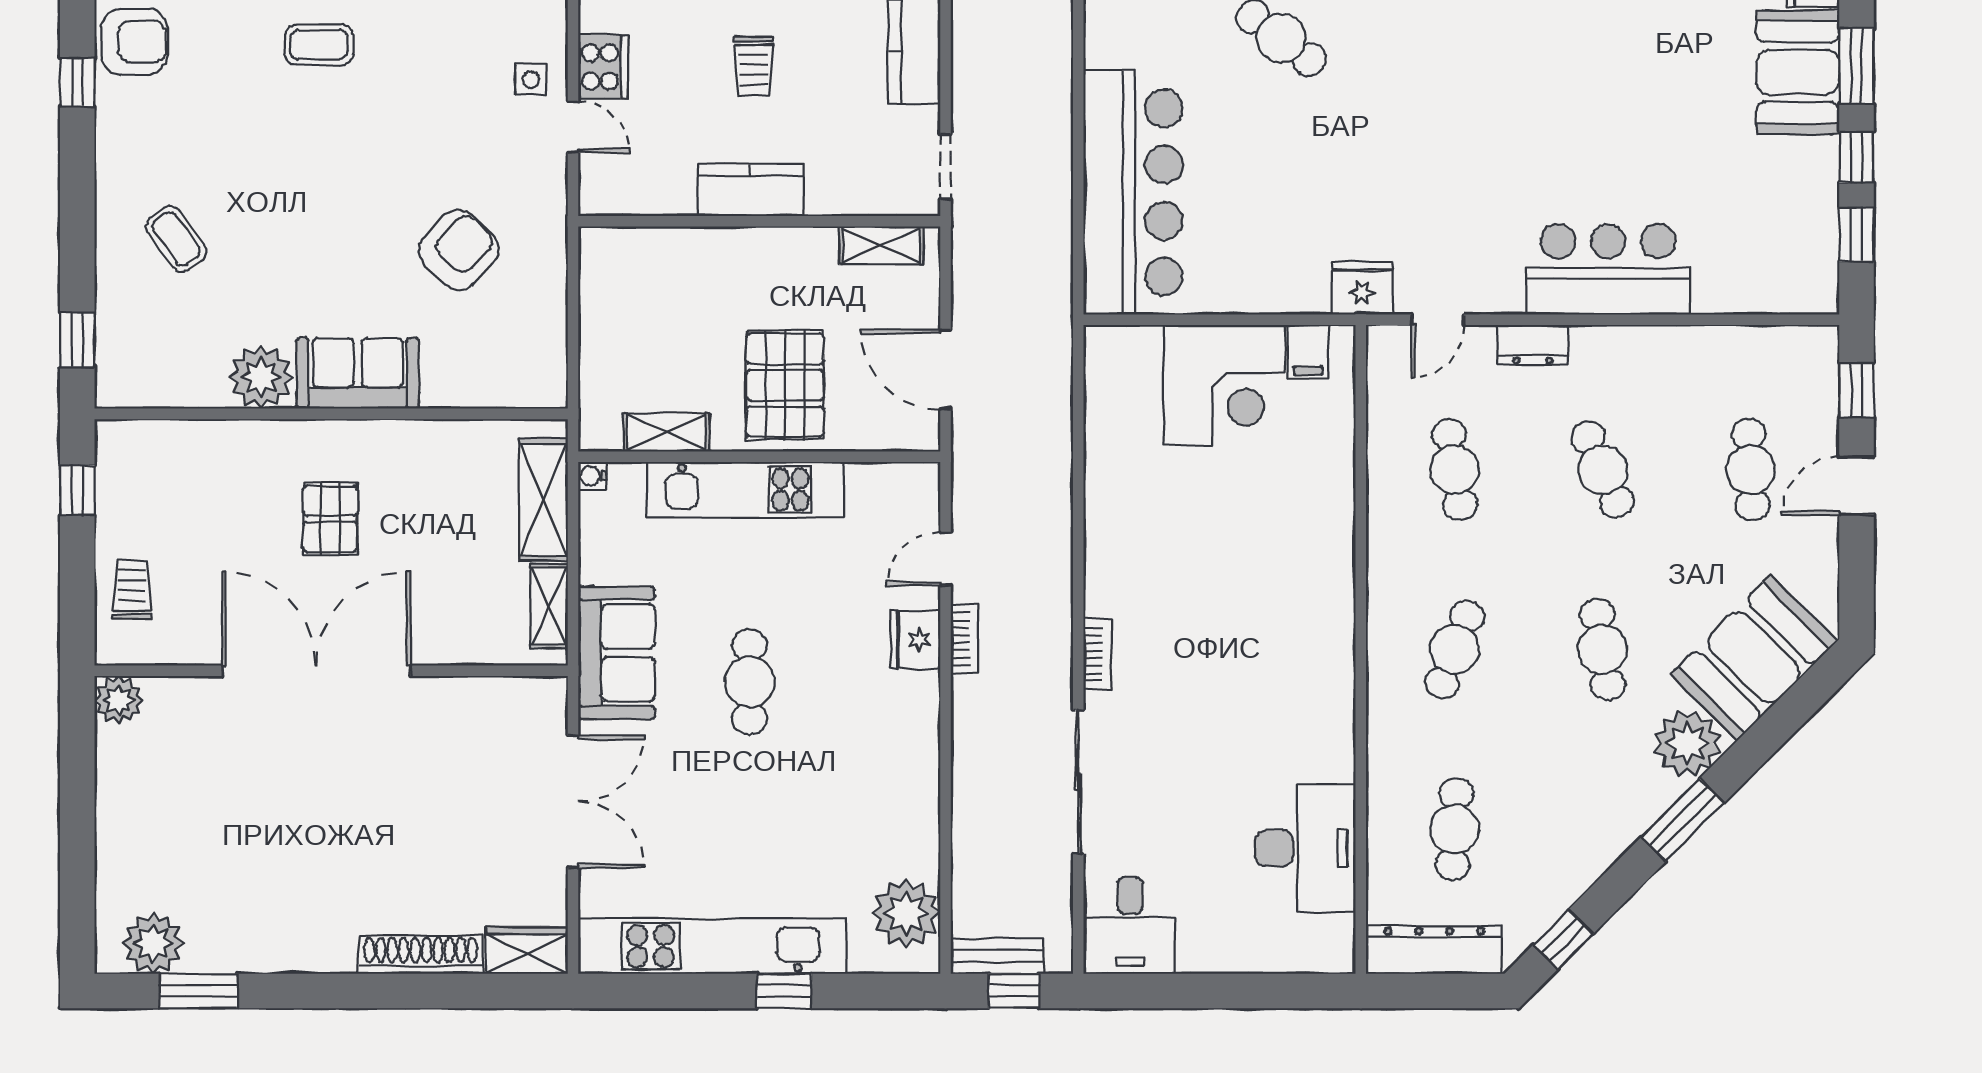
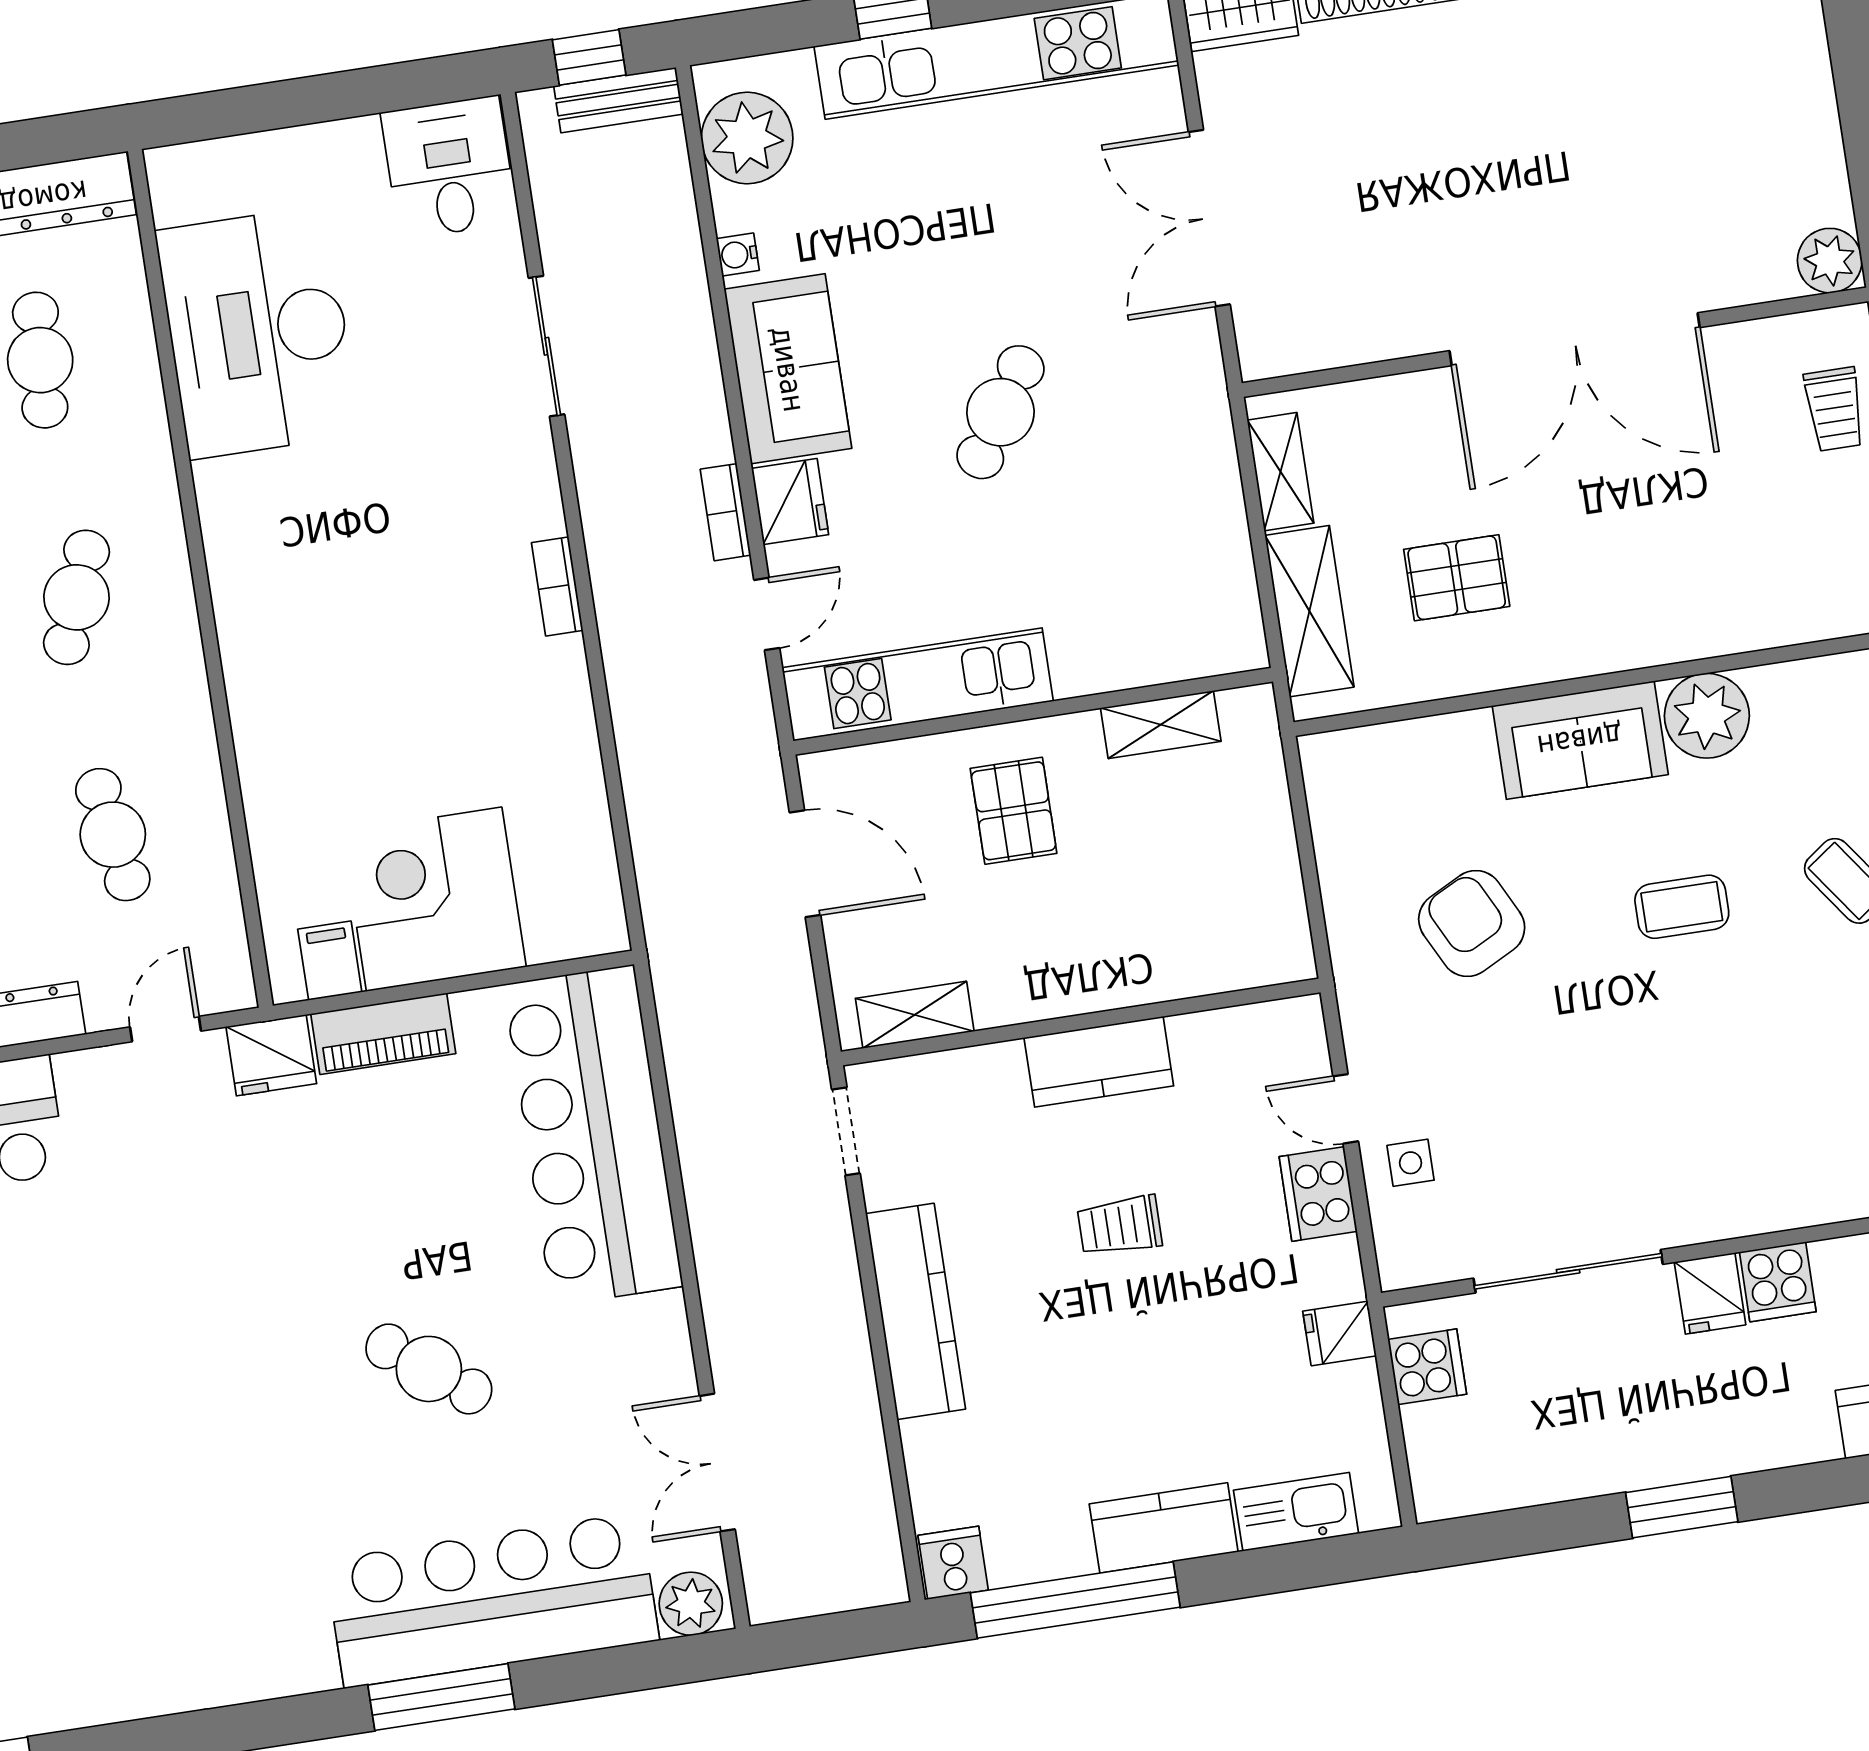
coffee table: (319, 45) -> (1682, 907), moved
trolley: (753, 66) -> (1120, 1226), turned -90
armchair: (459, 250) -> (1472, 923), turned 110
piano: (1277, 292) -> (383, 1034), added
pallet: (785, 385) -> (1014, 811), width x0.67, depth x0.71
water cooler: (592, 476) -> (738, 255), moved, turned 180
kitchen unit: (745, 490) -> (918, 684), moved
pallet: (330, 519) -> (1457, 578), moved, turned 90
sofa: (616, 653) -> (788, 369), moved, turned 180
bookcase: (1097, 654) -> (557, 586), moved
cafe table: (750, 682) -> (1000, 412), turned 33
sliding door: (1078, 782) -> (546, 346), width x0.73
desk: (1305, 848) -> (258, 332), width x1.36, depth x1.30

